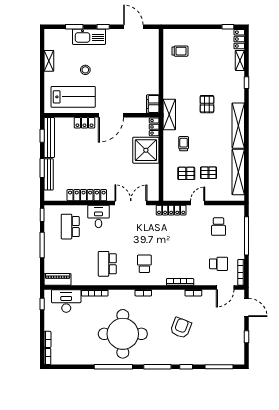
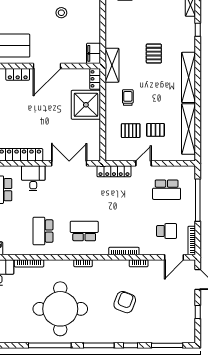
stool: (85, 70) -> (61, 13), moved
school desk: (219, 227) -> (167, 190), width x1.85
school desk: (144, 264) -> (84, 231), width x1.85

